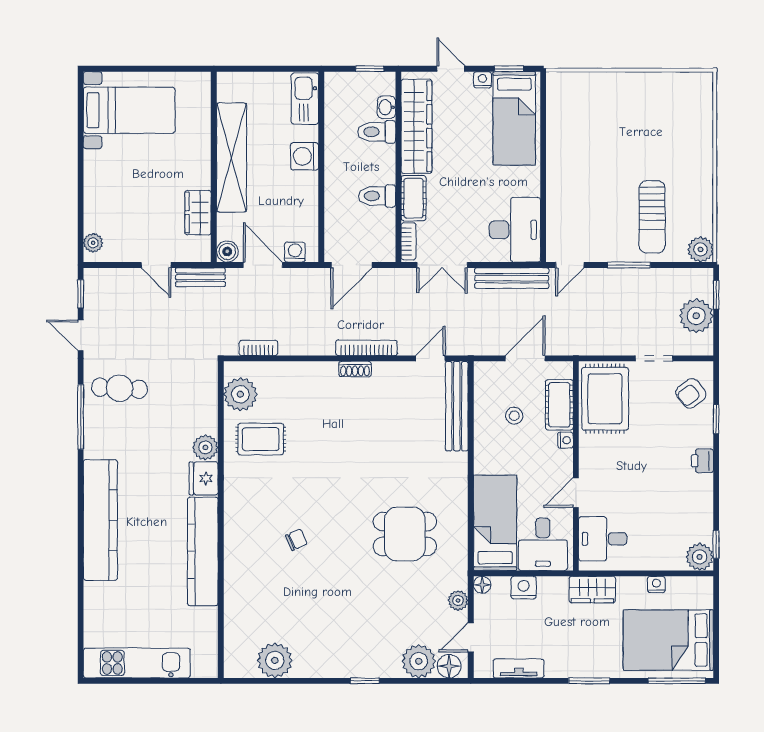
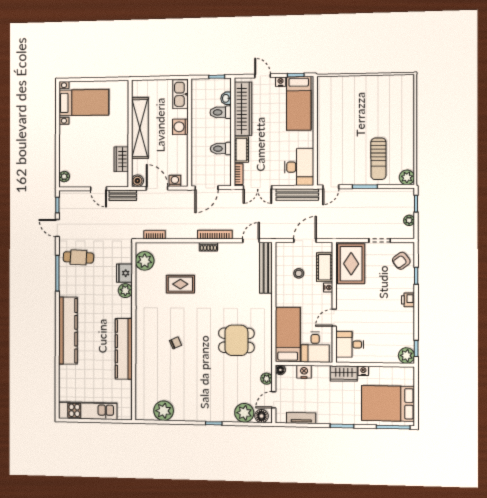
plant: (696, 316) -> (409, 220), width x0.53, depth x0.53
rug: (261, 439) -> (180, 284), moved
fridge: (204, 478) -> (124, 273), moved
nightstand: (656, 584) -> (363, 371), moved

